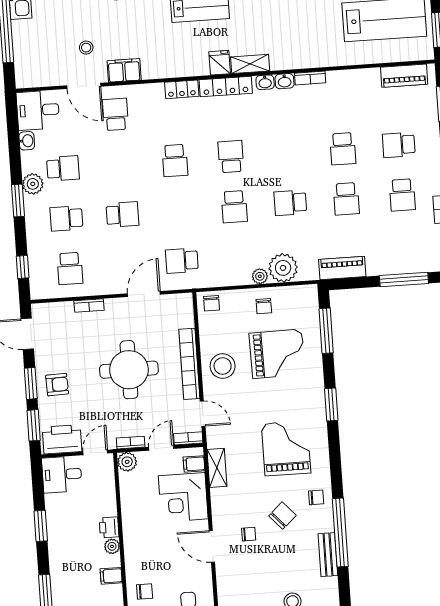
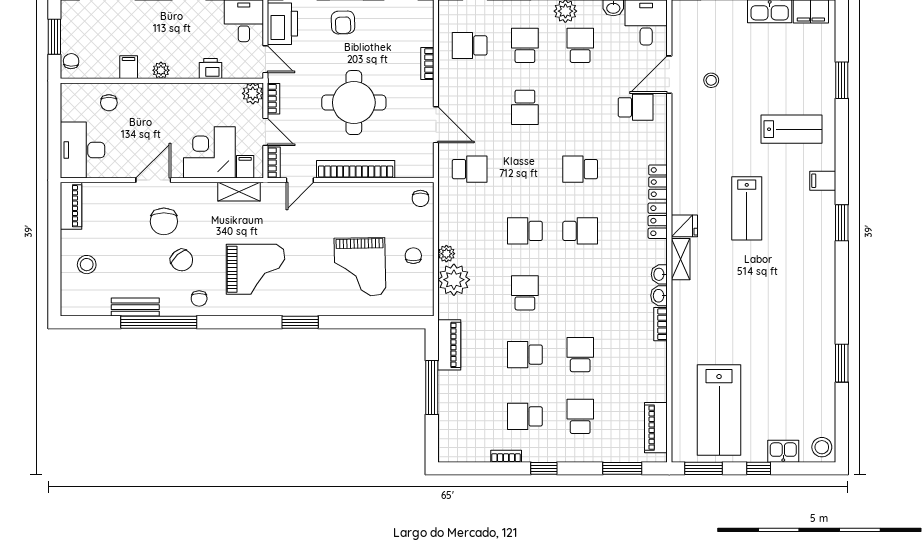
filing cabinet: (124, 70) -> (683, 120), removed
locker: (226, 86) -> (658, 221), width x0.66
school desk: (343, 149) -> (580, 355), turned 90
school desk: (63, 168) -> (580, 45), turned 180
school desk: (182, 261) -> (470, 169), turned 90
window: (404, 280) -> (432, 388), moved
chair: (212, 303) -> (420, 198), turned -90
chair: (264, 306) -> (413, 256), turned 90
window: (326, 331) -> (382, 322), removed
stool: (223, 366) -> (351, 206), removed
printer: (109, 527) -> (210, 69), moved
chair: (249, 534) -> (164, 221), width x1.87, depth x1.87

